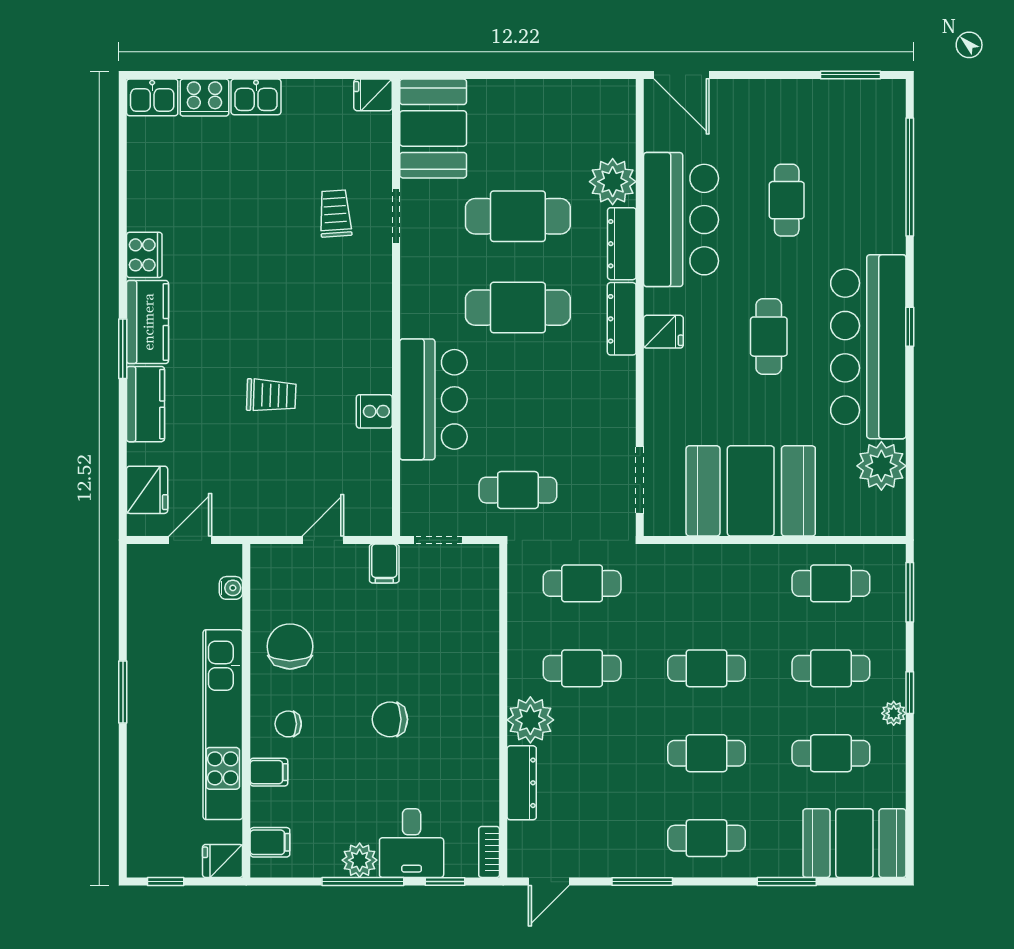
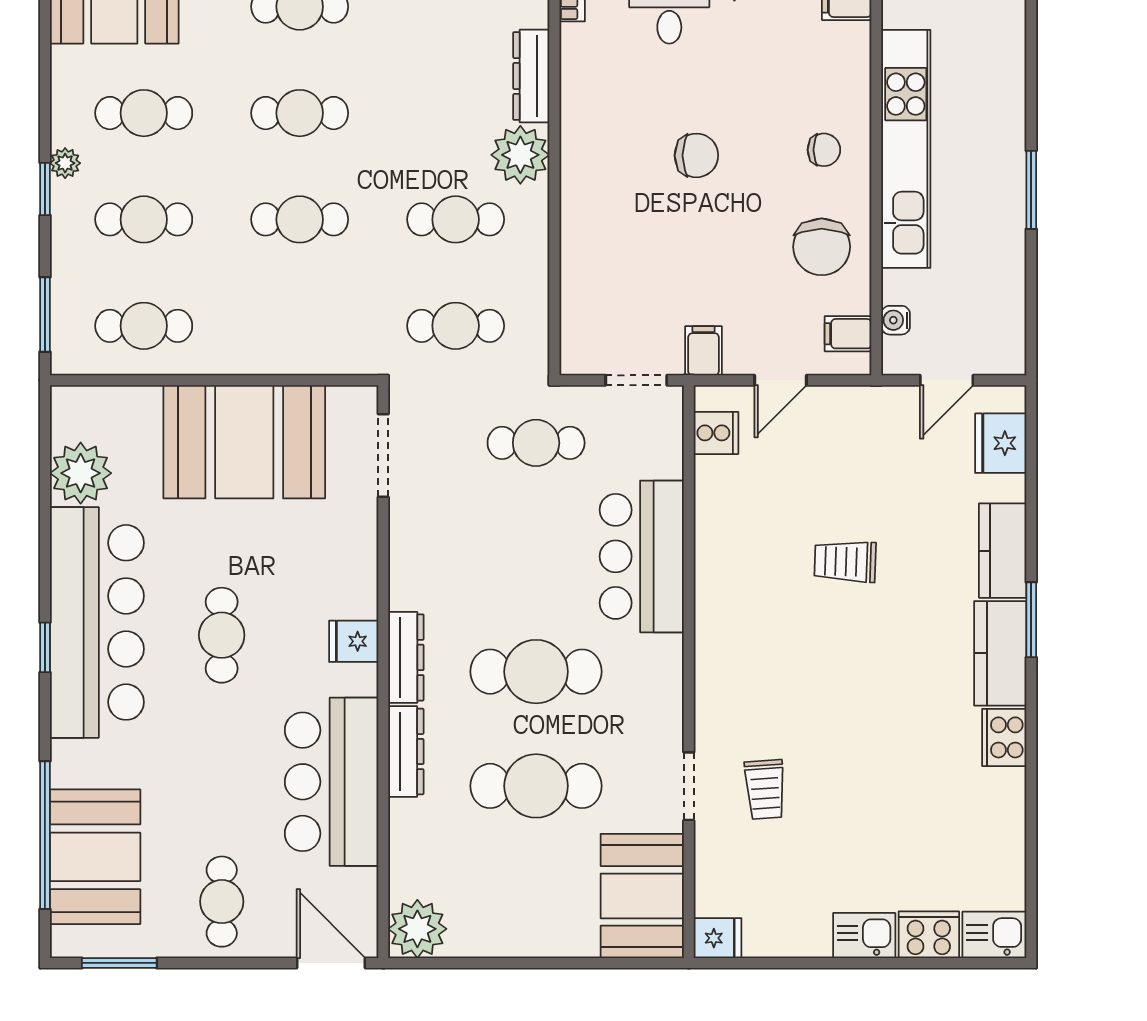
booth: (870, 160) -> (95, 857), added
plant: (613, 182) -> (417, 929), moved
cafe table: (787, 200) -> (222, 902), moved
cooker: (374, 411) -> (716, 433), moved
filing cabinet: (269, 772) -> (848, 334), moved

